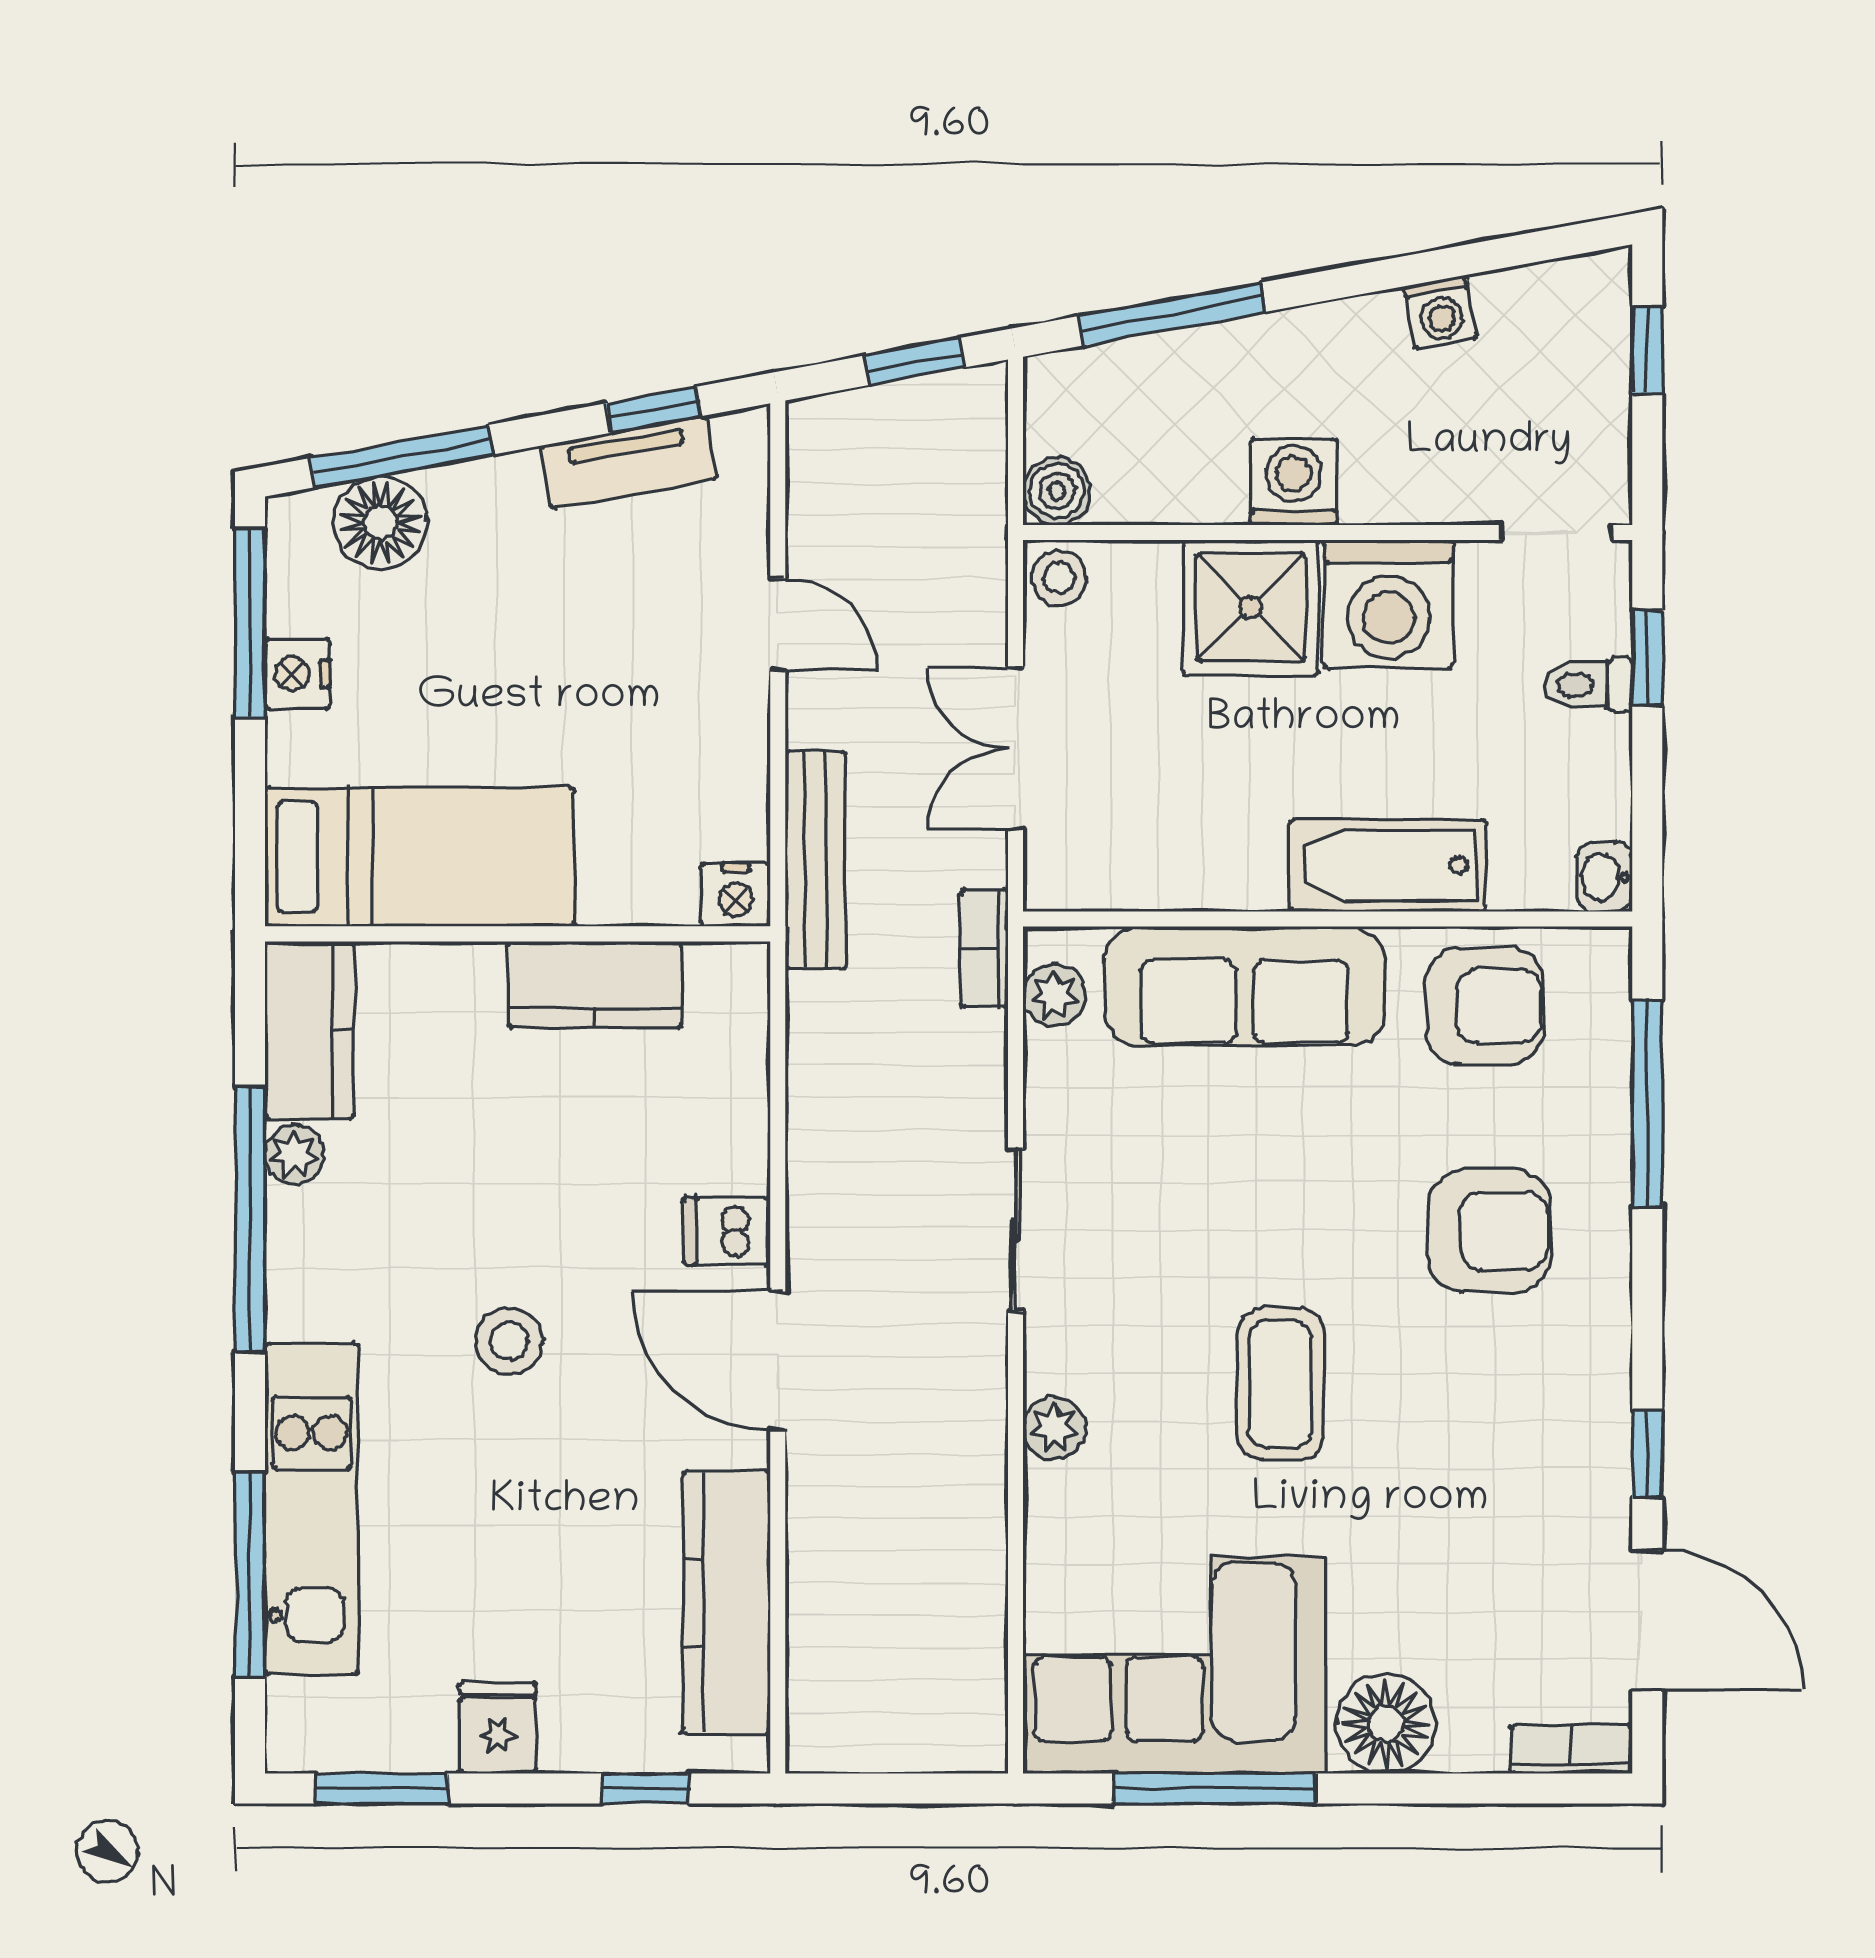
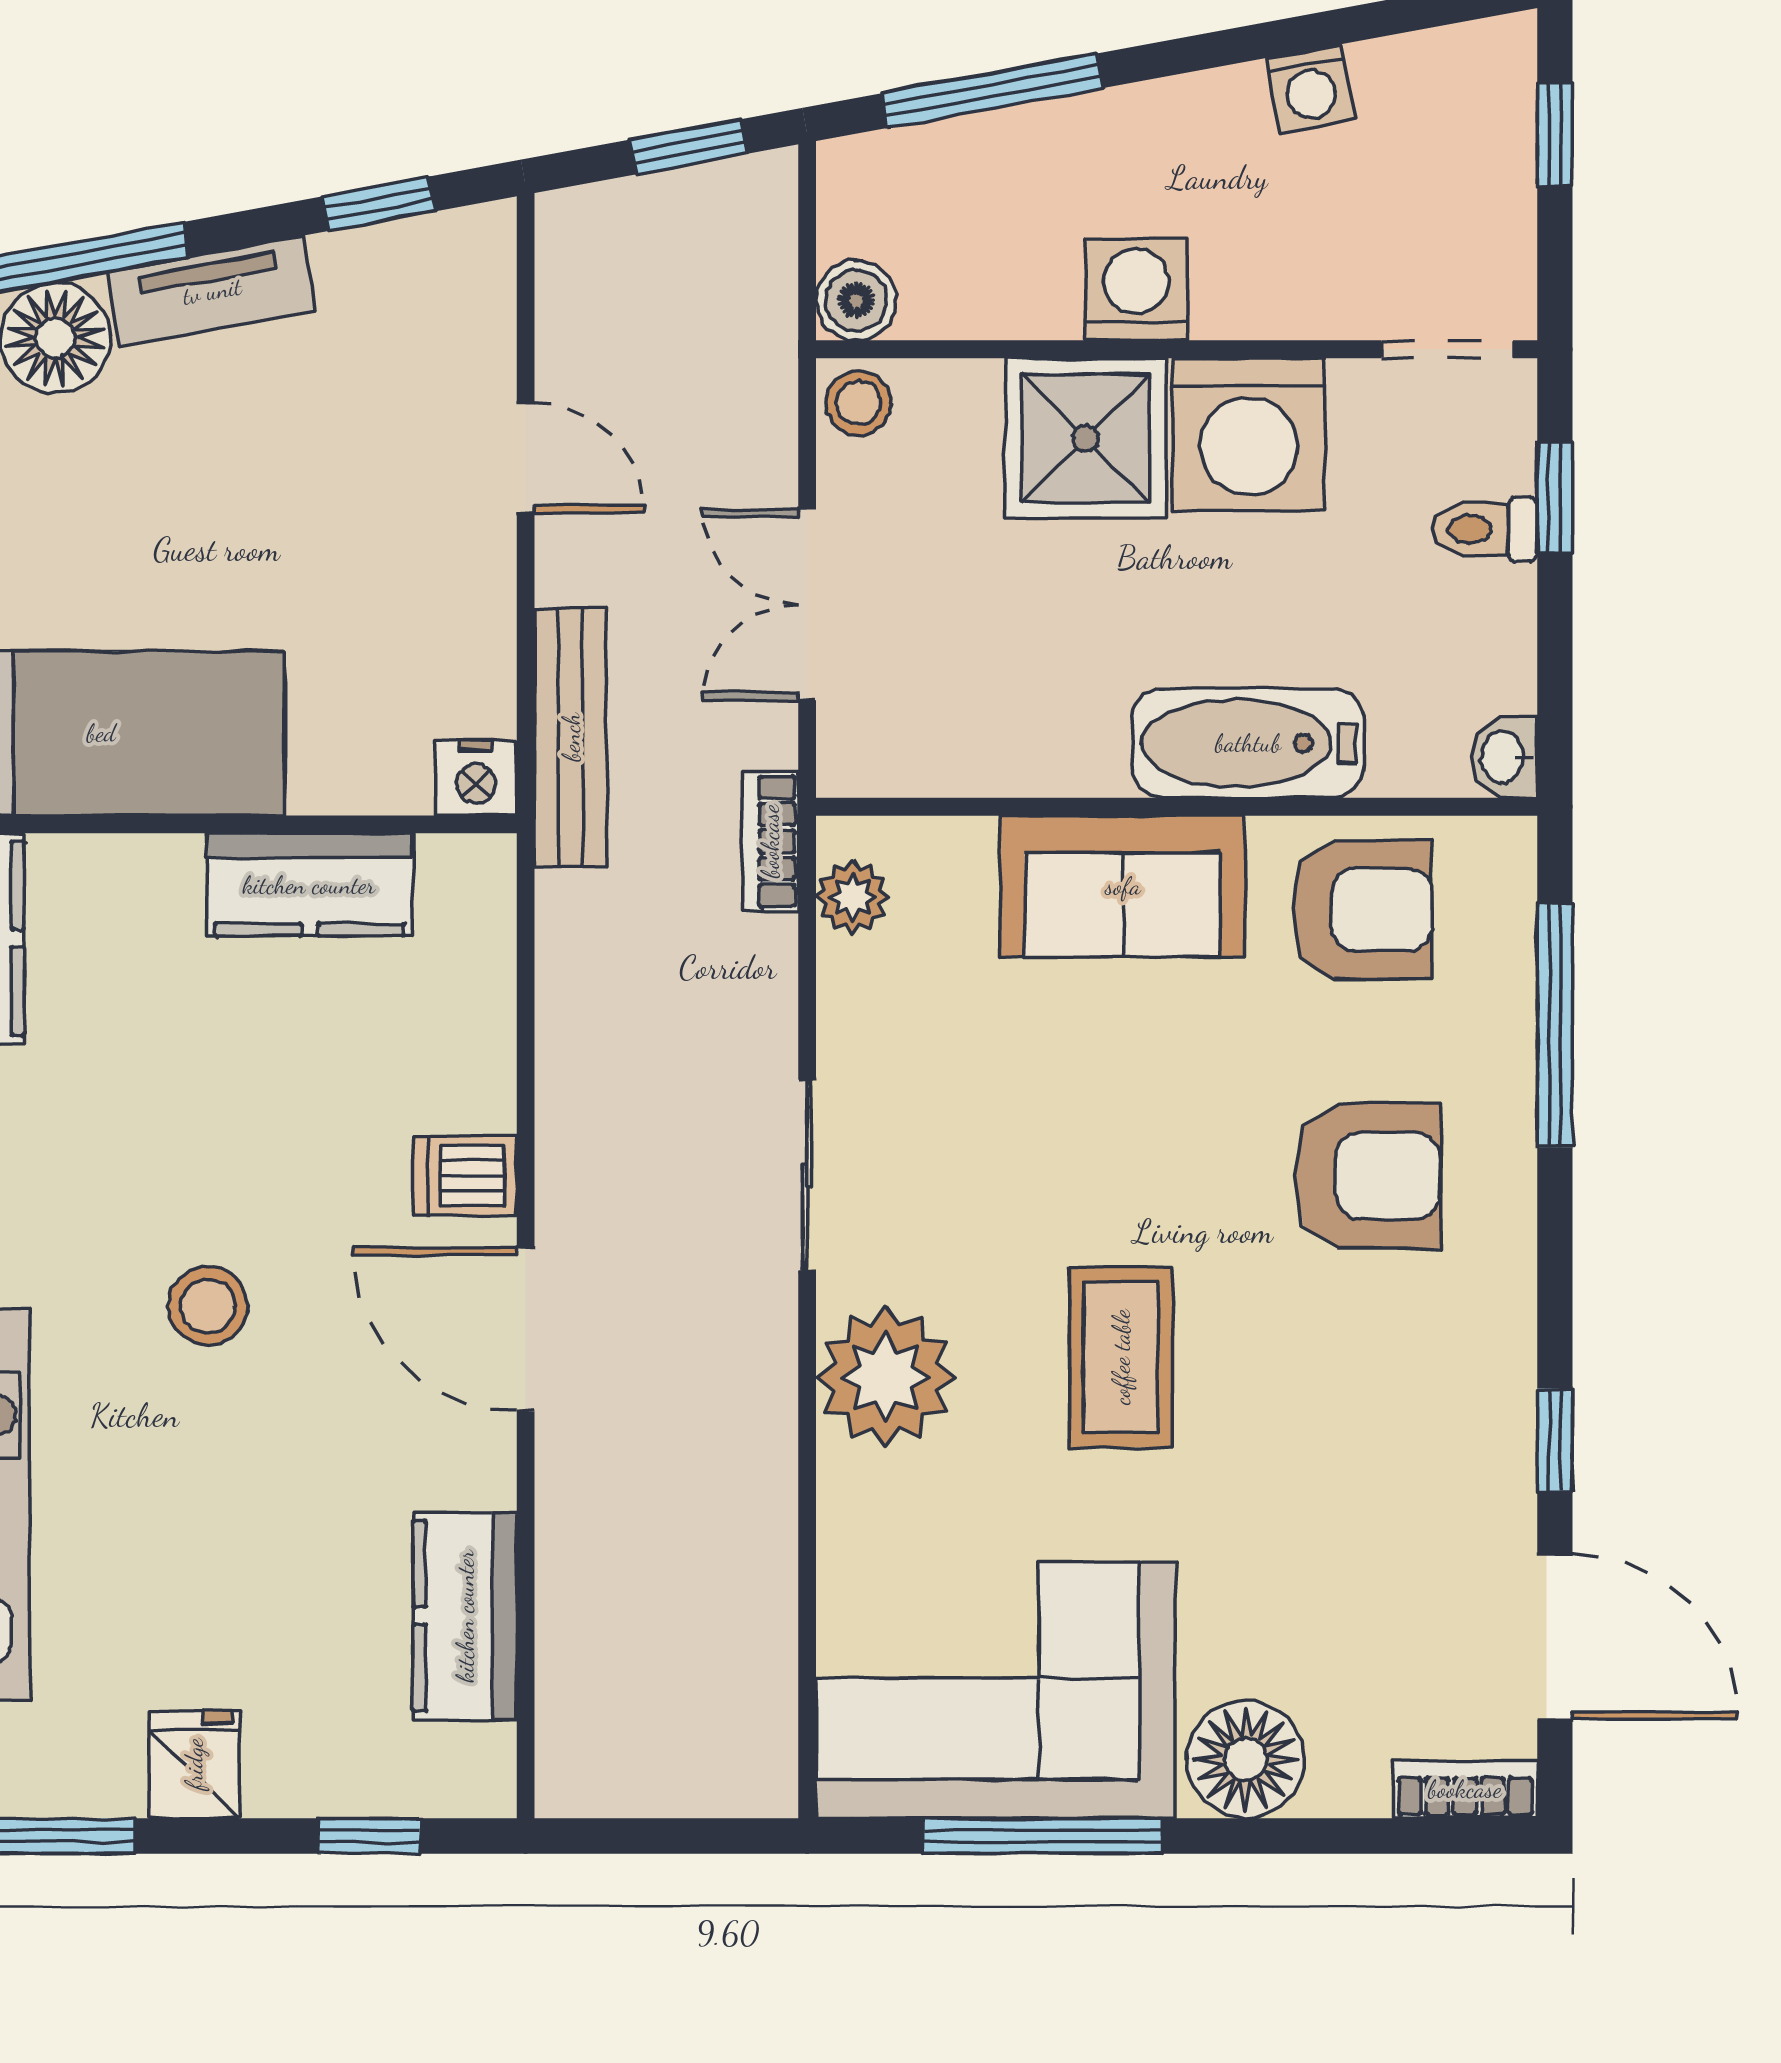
tv unit: (628, 462) -> (212, 291), moved
sofa: (1245, 986) -> (1123, 886), width x0.73
plant: (1054, 1428) -> (886, 1377), width x1.88, depth x1.88
kitchen counter: (727, 1603) -> (465, 1616), width x0.67

